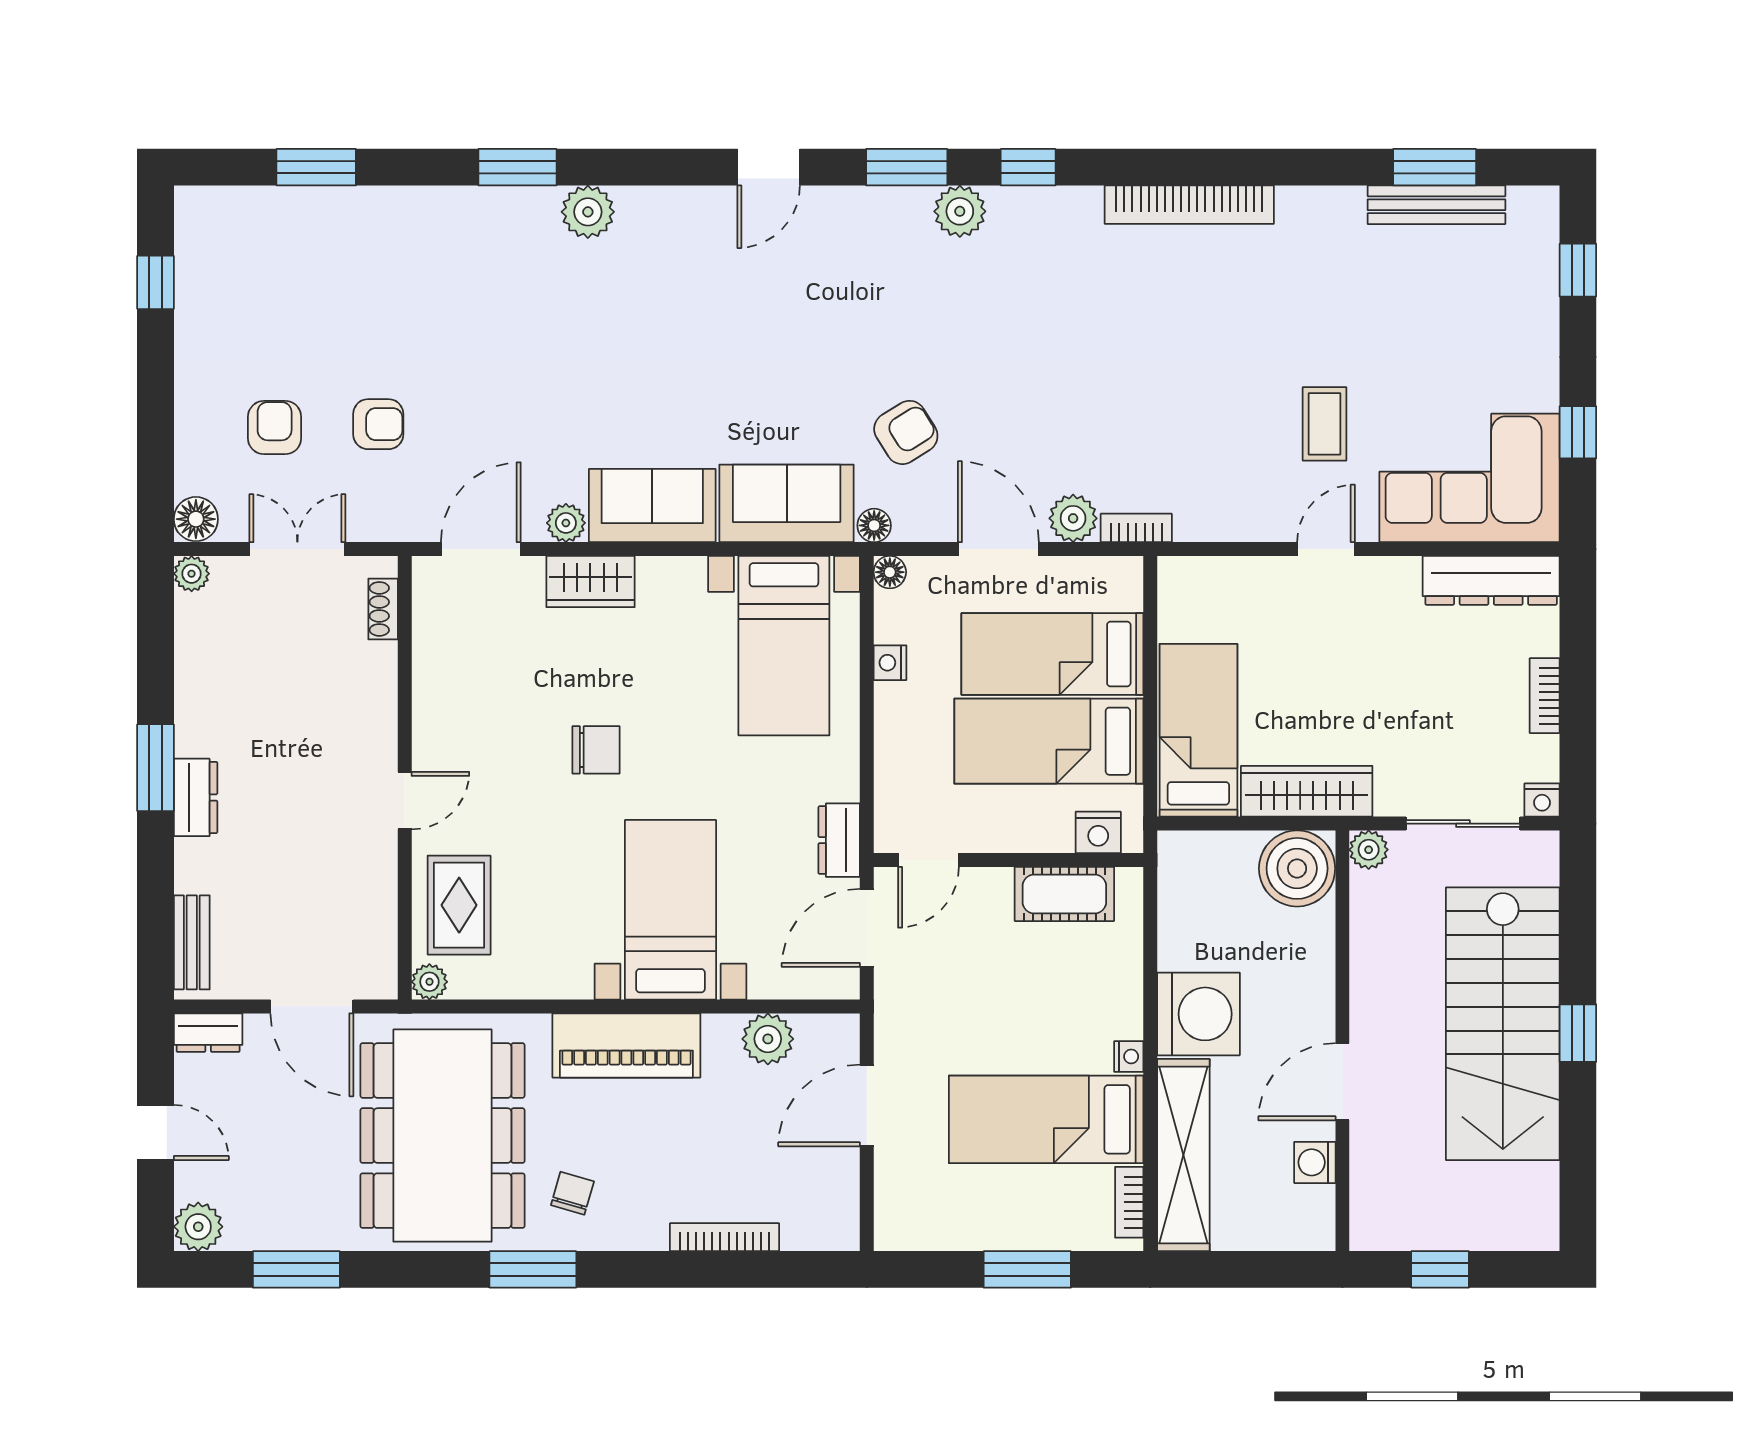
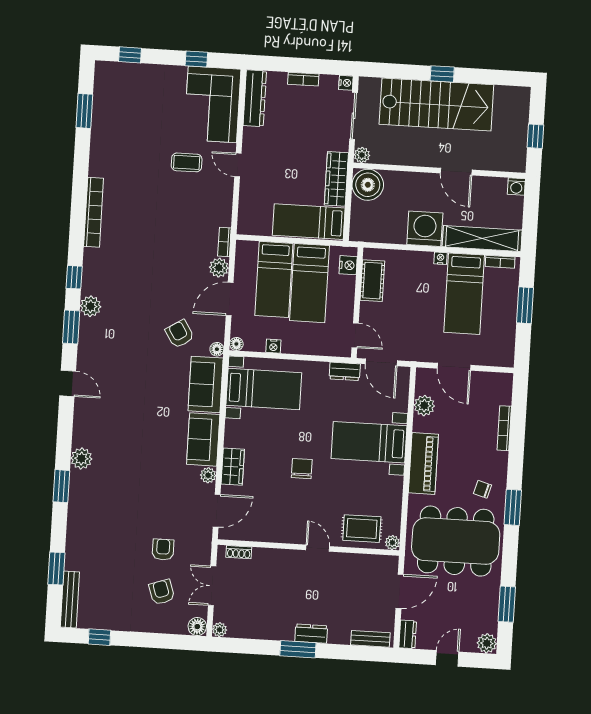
bench: (1436, 205) -> (70, 600), moved
armchair: (275, 428) -> (162, 592), turned 71
door: (481, 549) -> (217, 511), swing flipped
washing machine: (1315, 1162) -> (516, 187), moved

